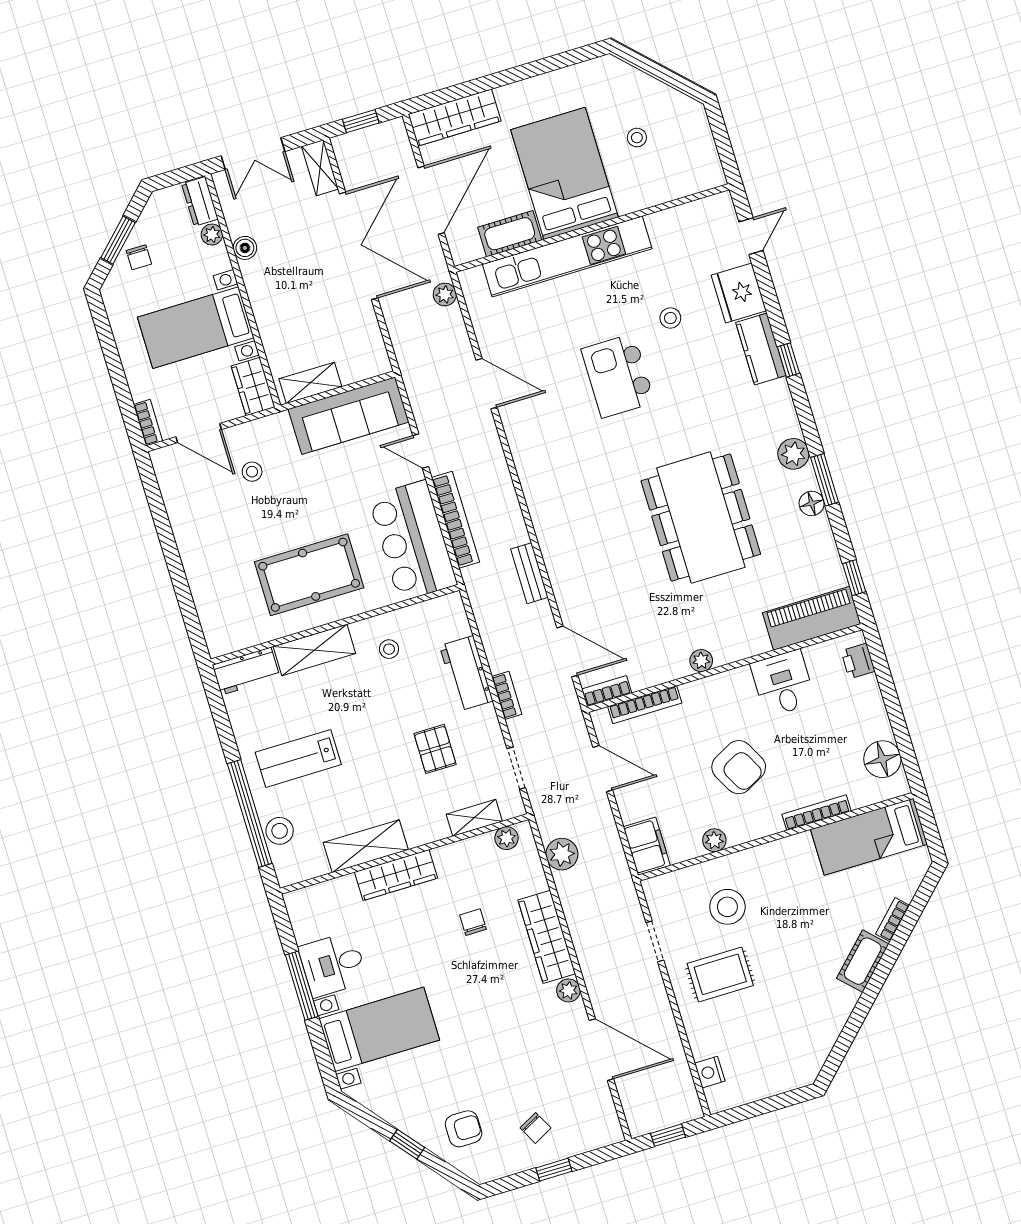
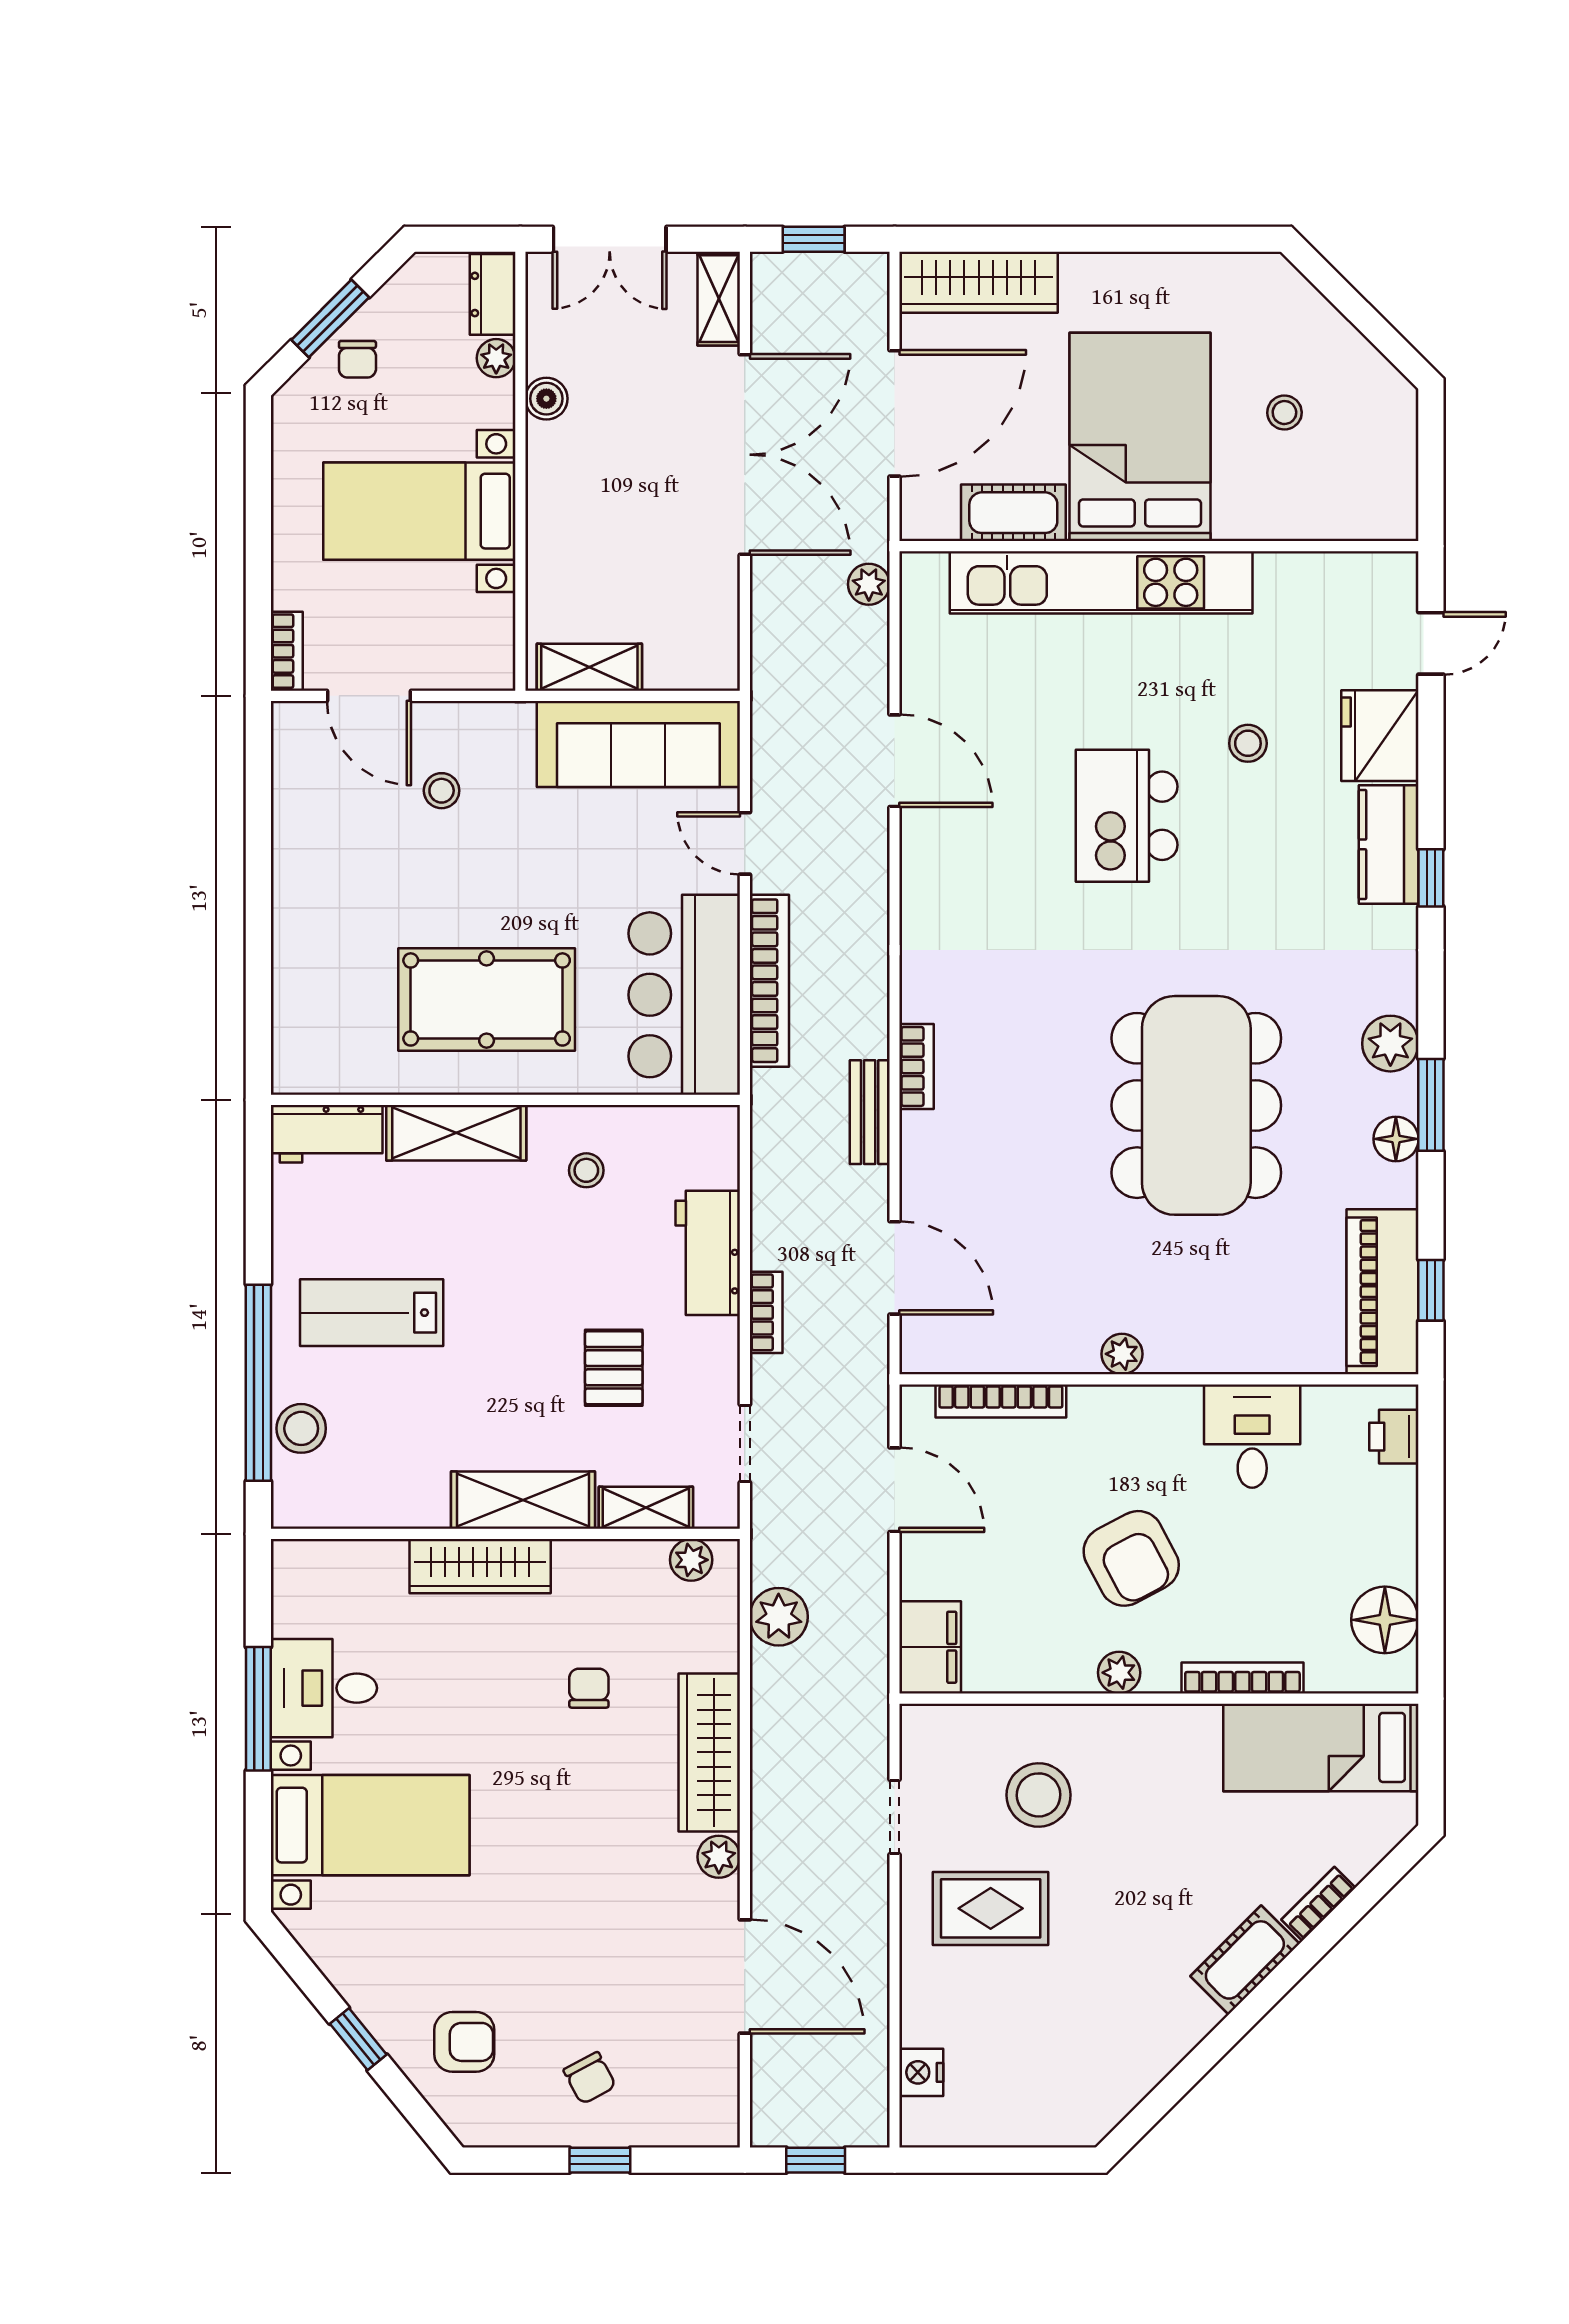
wardrobe: (253, 387) -> (488, 643), removed
piano: (812, 618) -> (1382, 1292), moved, turned -90
bookcase: (607, 691) -> (917, 1066), moved, turned 90
plant: (714, 840) -> (1119, 1673), moved
shelving: (366, 846) -> (523, 1500), moved

